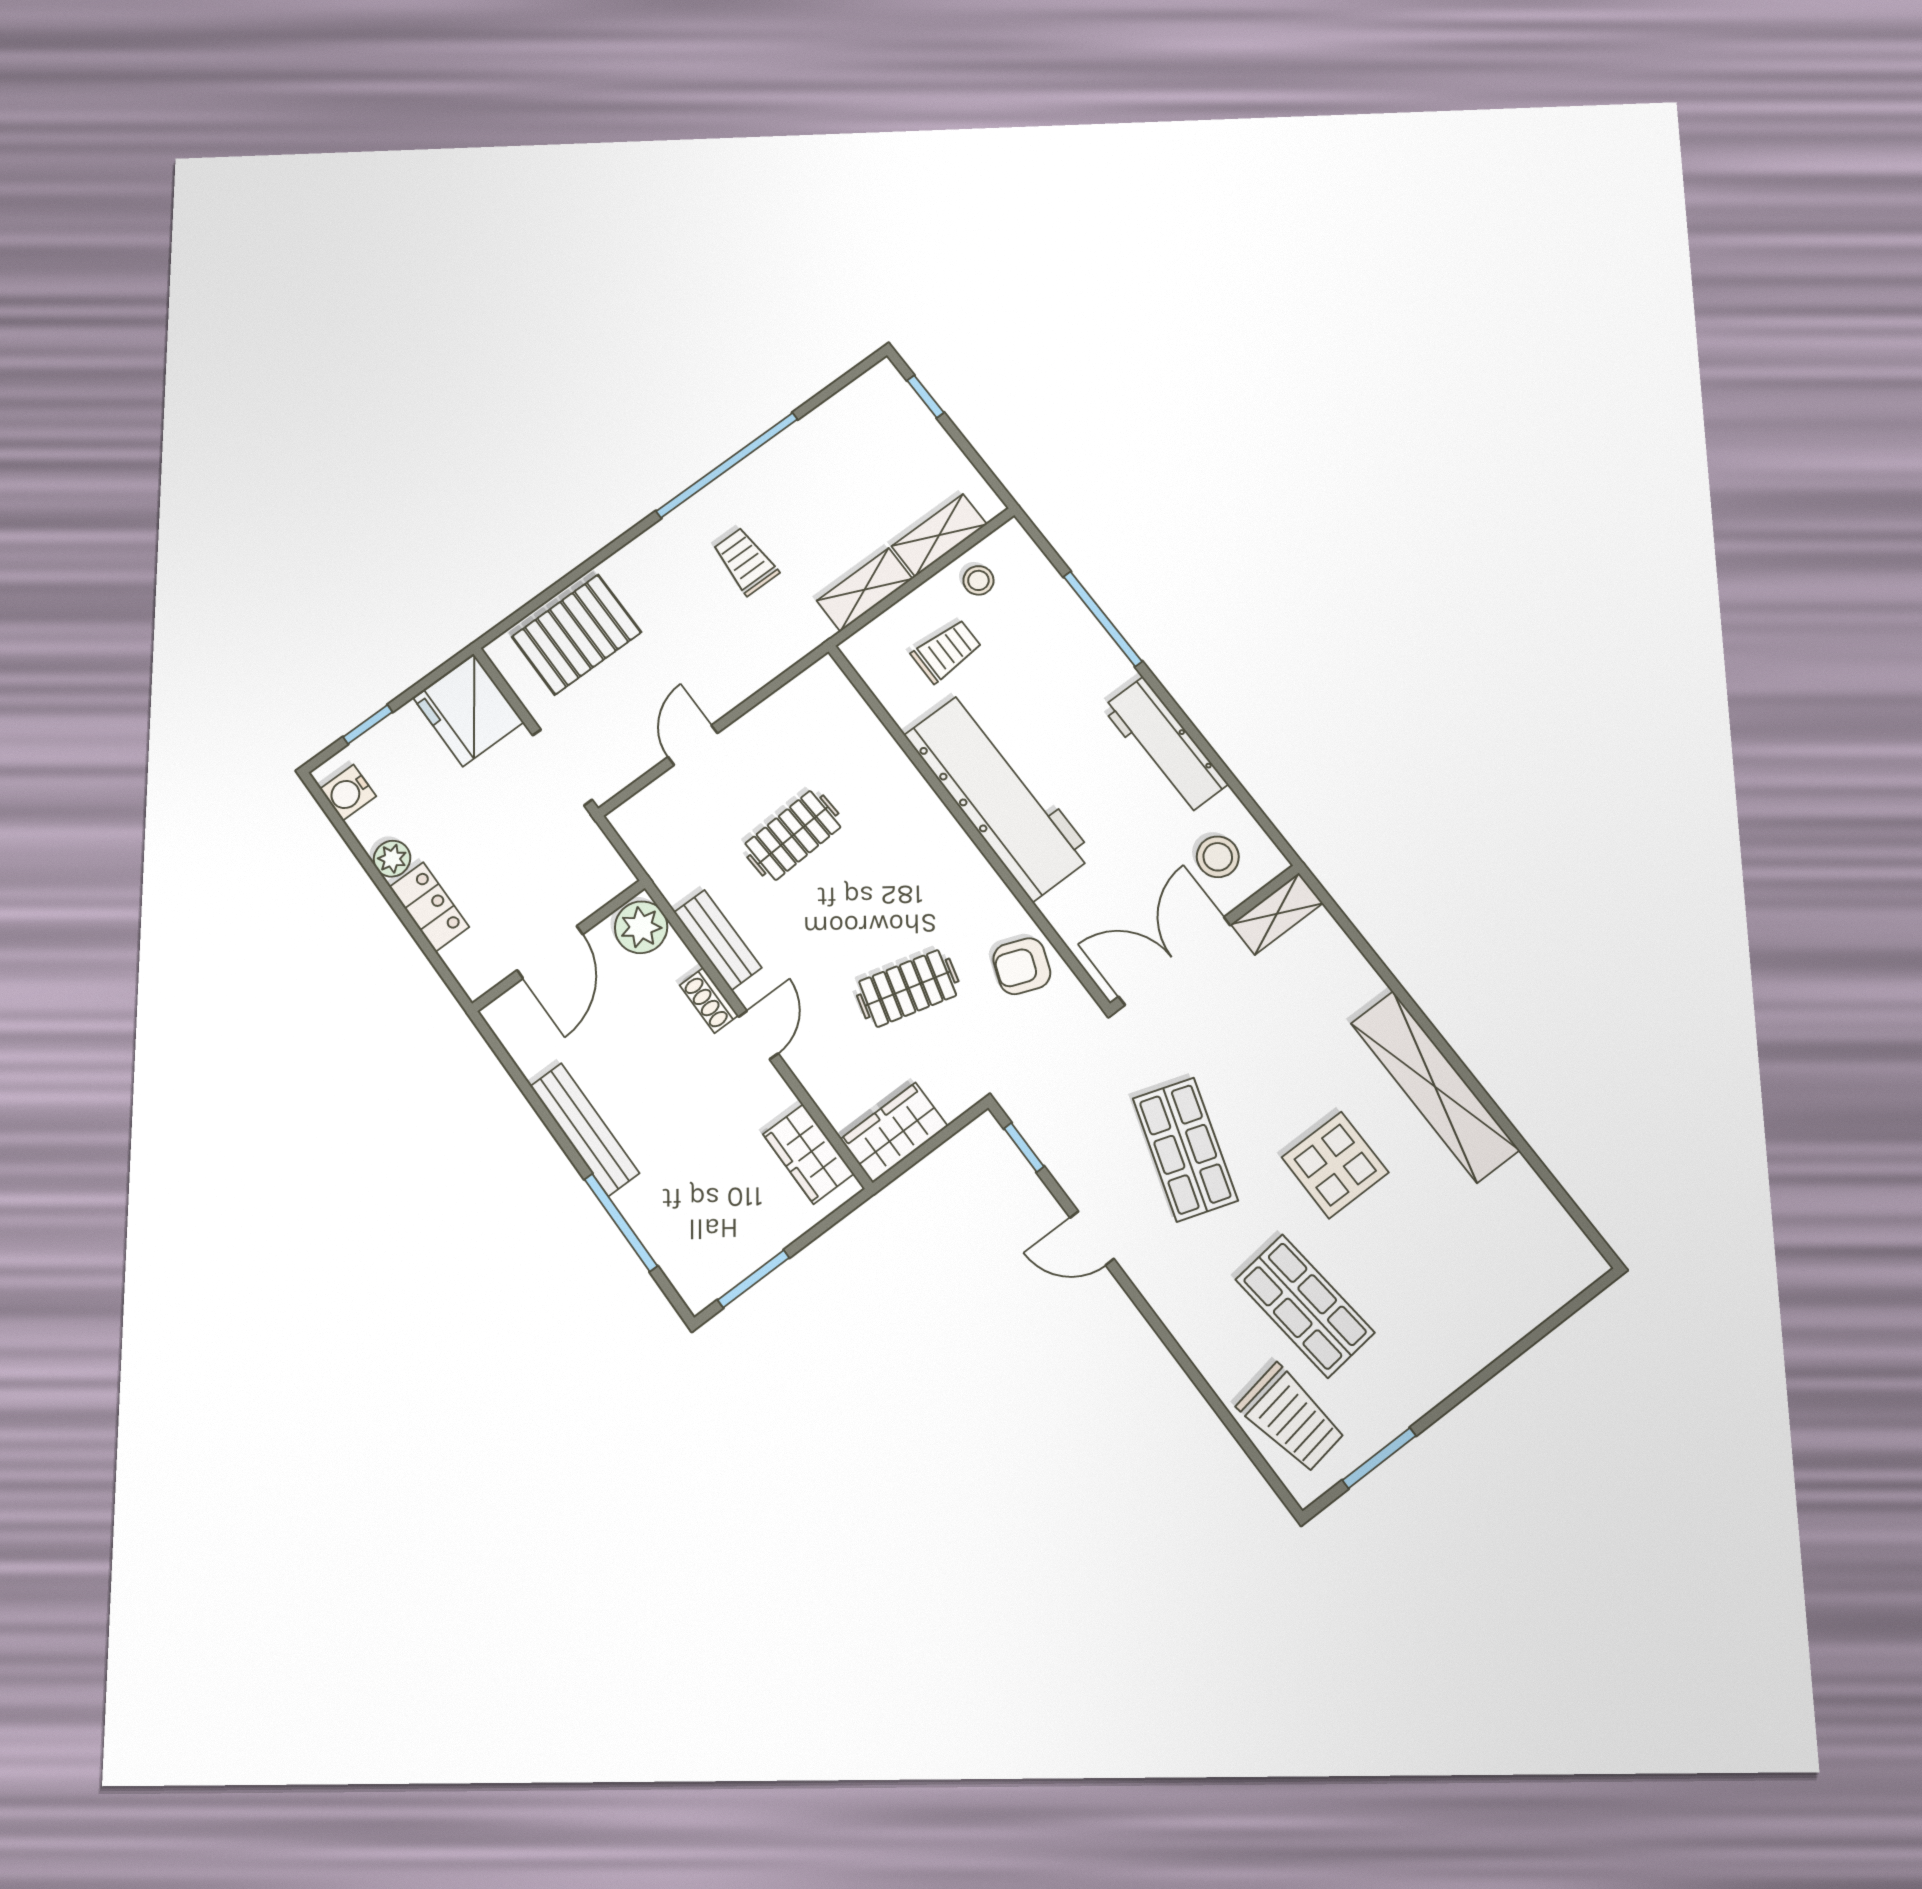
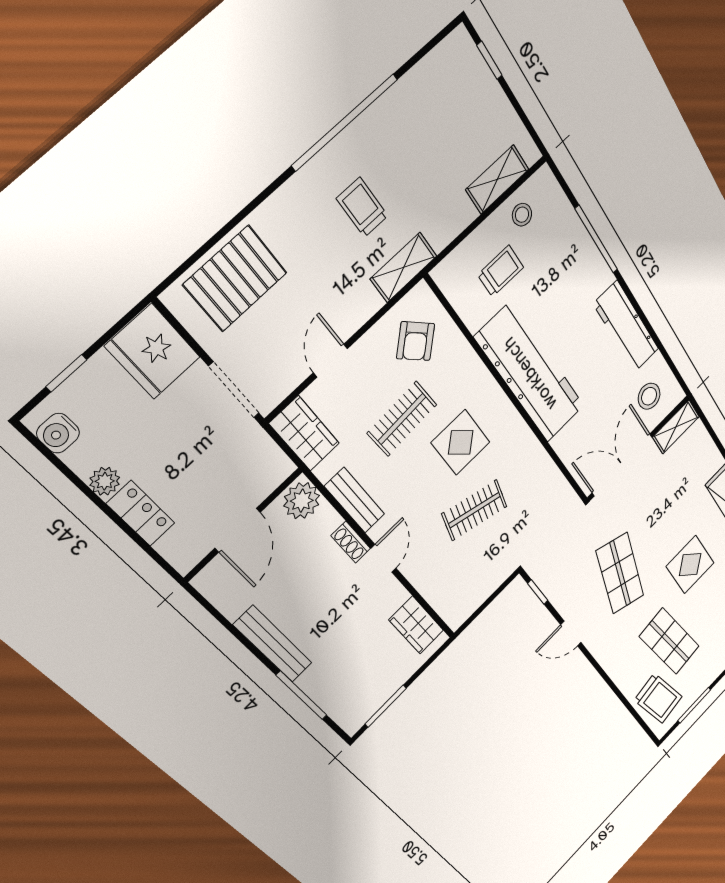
shelving: (865, 590) -> (404, 267), moved
display table: (884, 882) -> (461, 442), added
armchair: (1022, 966) -> (416, 341), moved, turned -65
wardrobe: (894, 1133) -> (304, 434), moved, turned 90

